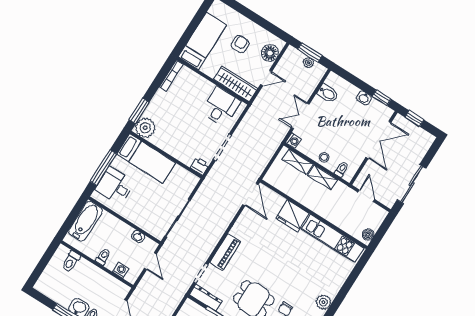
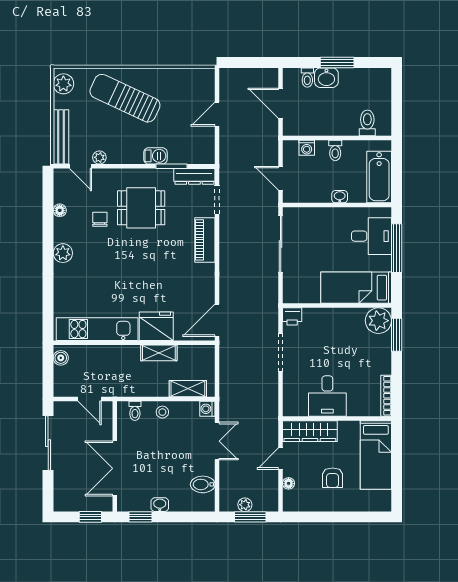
floor lamp: (270, 53) -> (289, 483), width x0.53, depth x0.53
desk: (221, 107) -> (327, 396), moved
shelving: (323, 177) -> (159, 353), moved
door: (250, 195) -> (217, 320), hinge flipped
washbasin: (138, 237) -> (340, 197), moved

